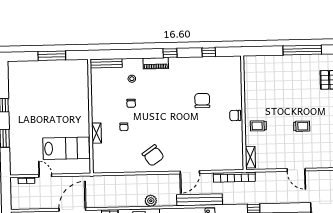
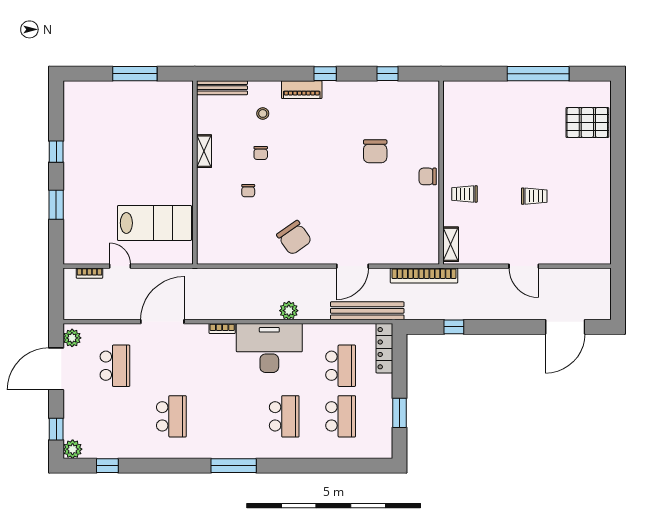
chair: (202, 101) -> (375, 151), turned 180
shelving: (97, 133) -> (204, 151), moved

